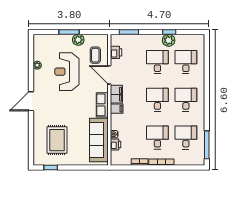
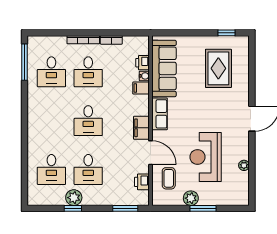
reception desk: (67, 72) -> (206, 157), turned 180
desk: (186, 100) -> (51, 121), removed
filing cabinet: (117, 109) -> (141, 88), moved

